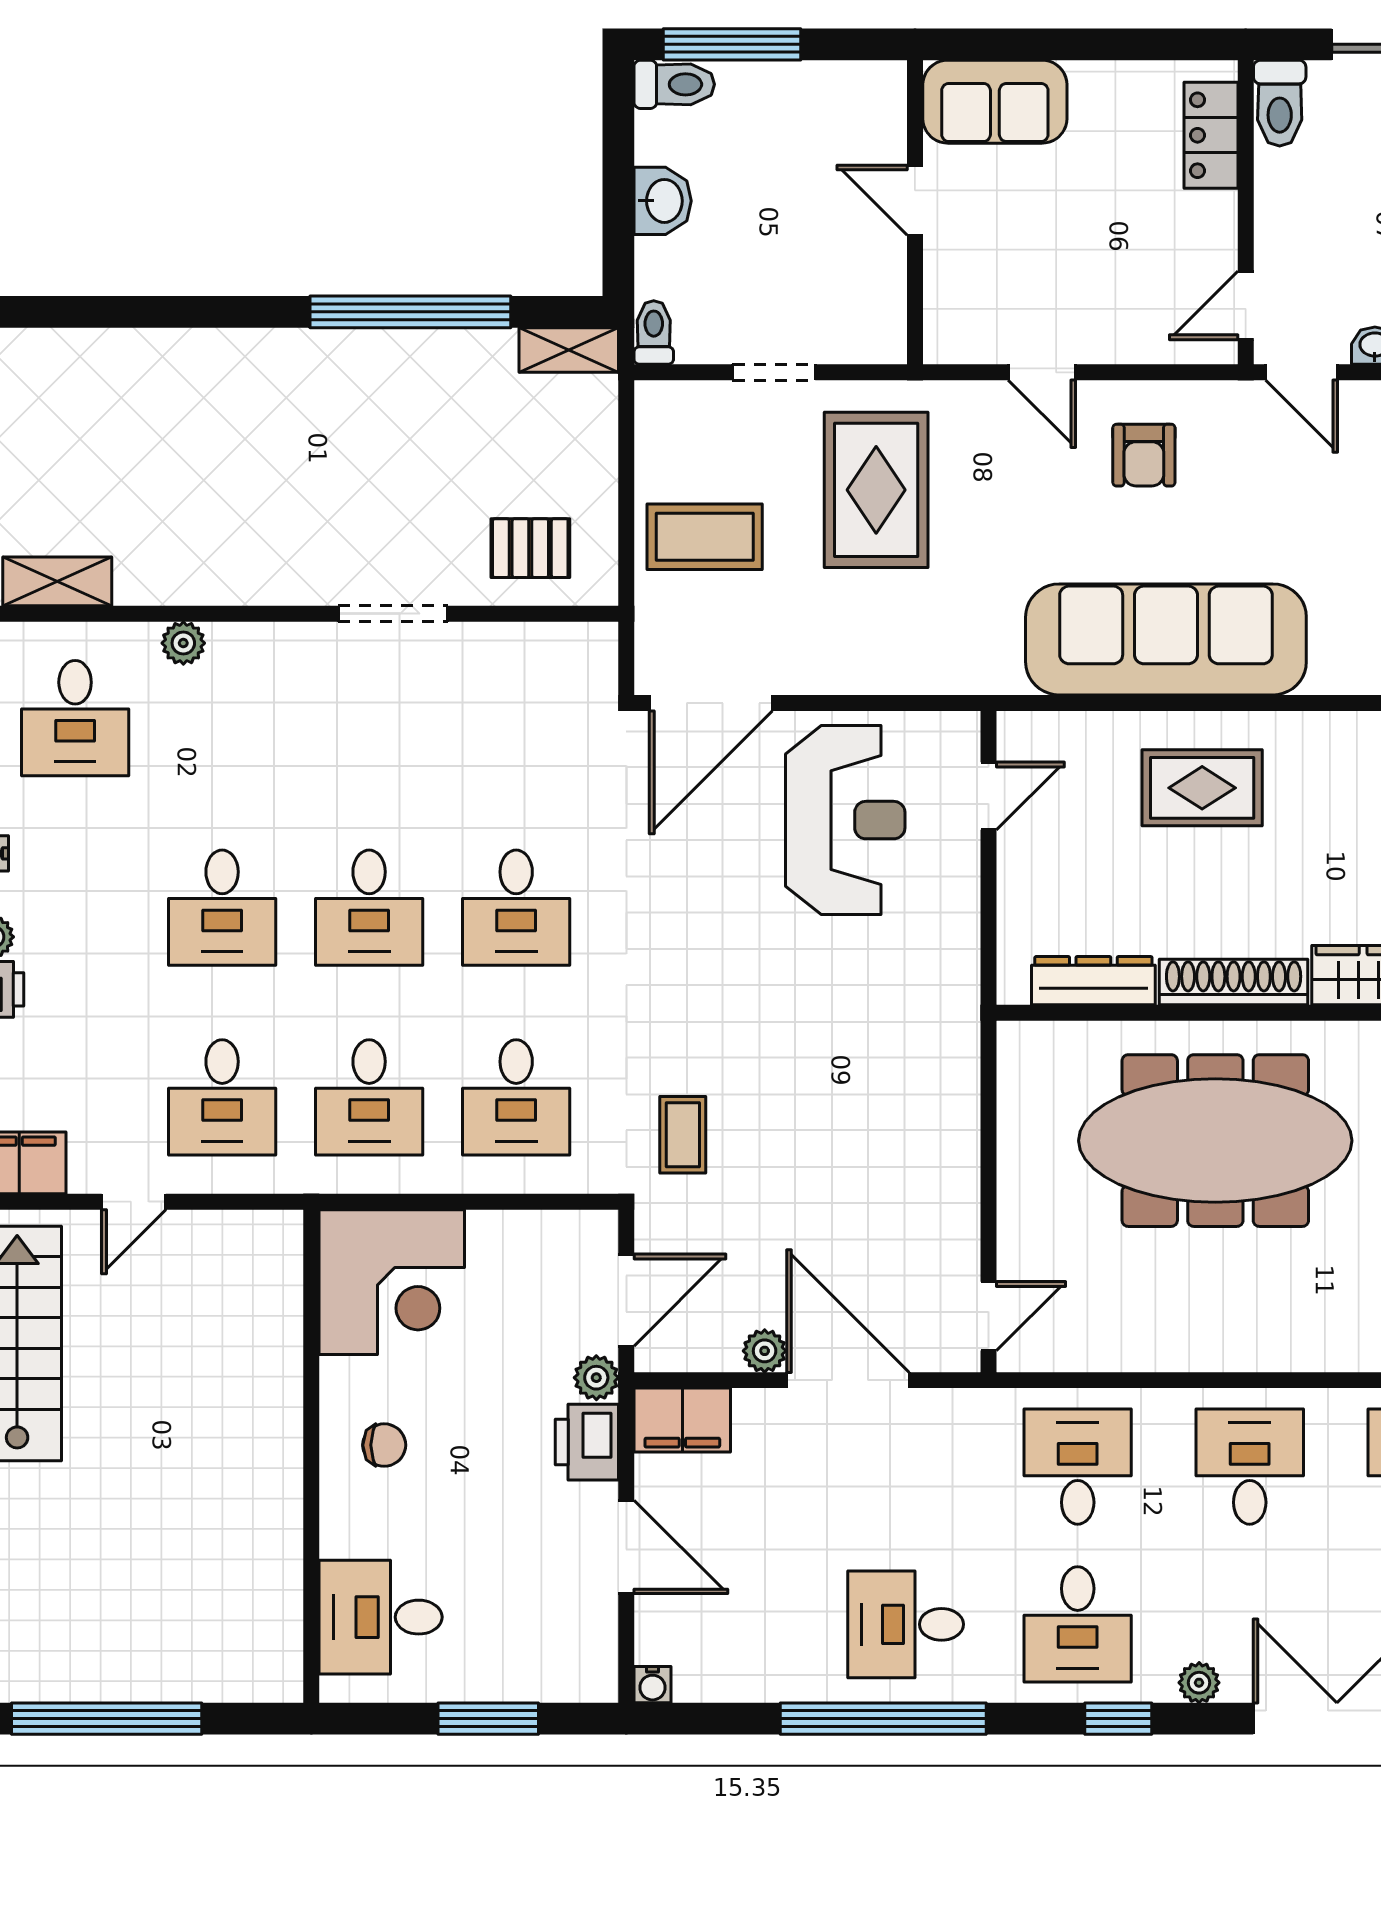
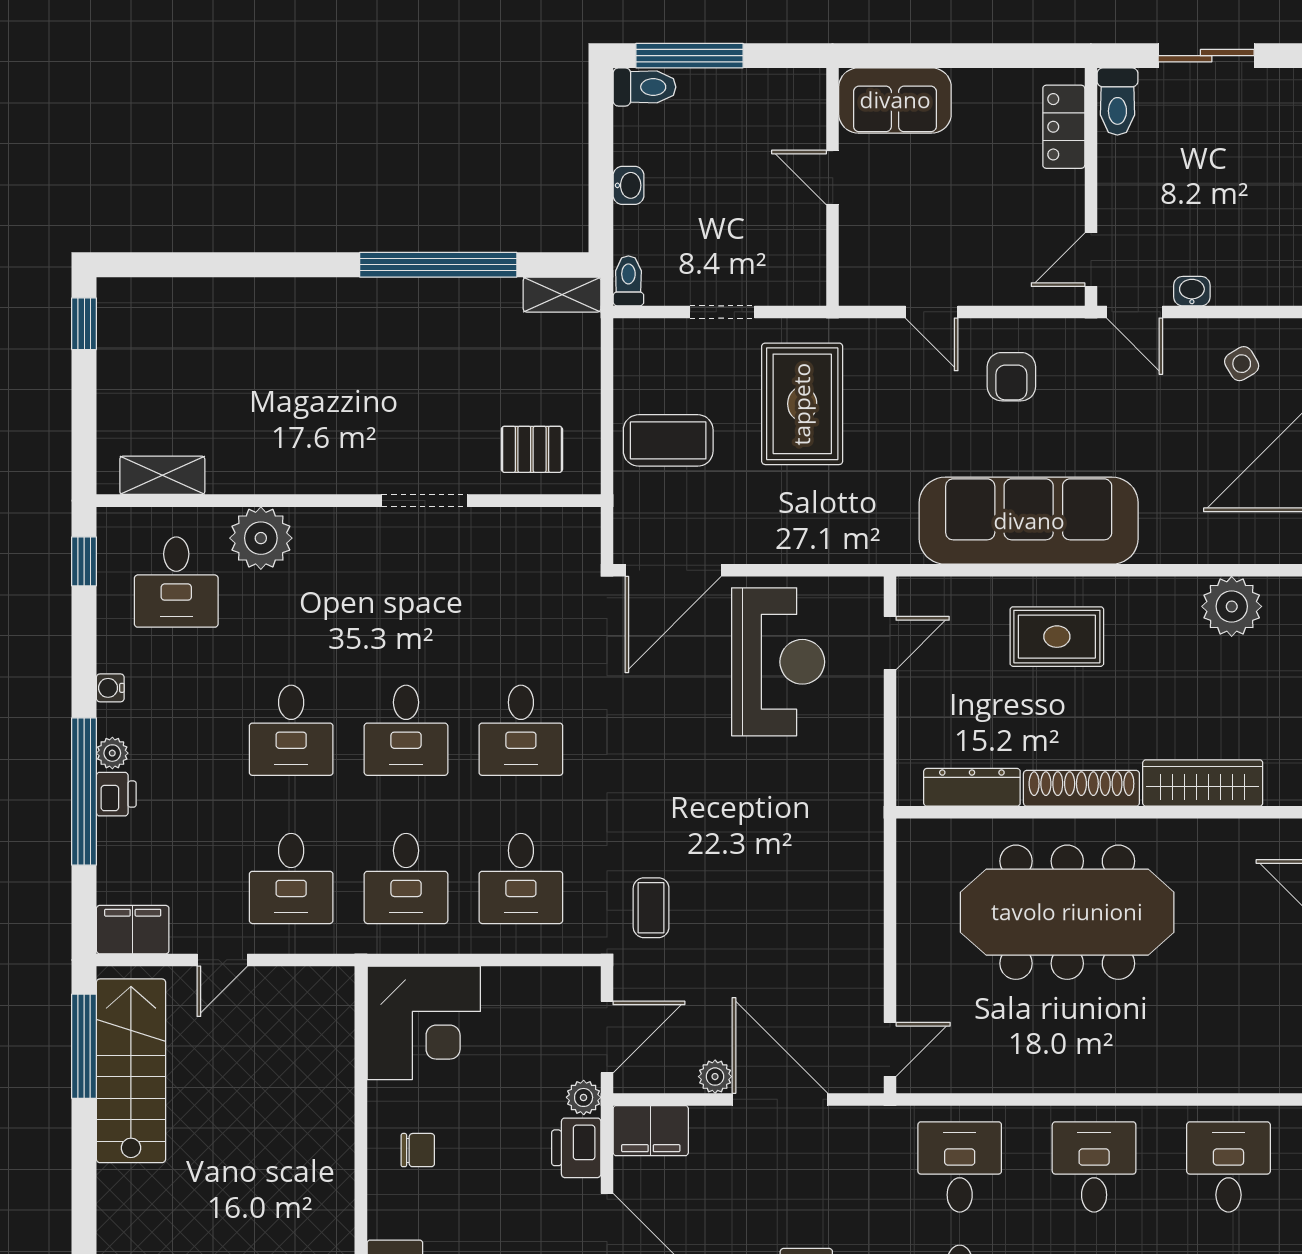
washbasin: (663, 201) -> (629, 185), width x0.72, depth x0.69
plant: (183, 643) -> (261, 538), width x1.88, depth x1.88

